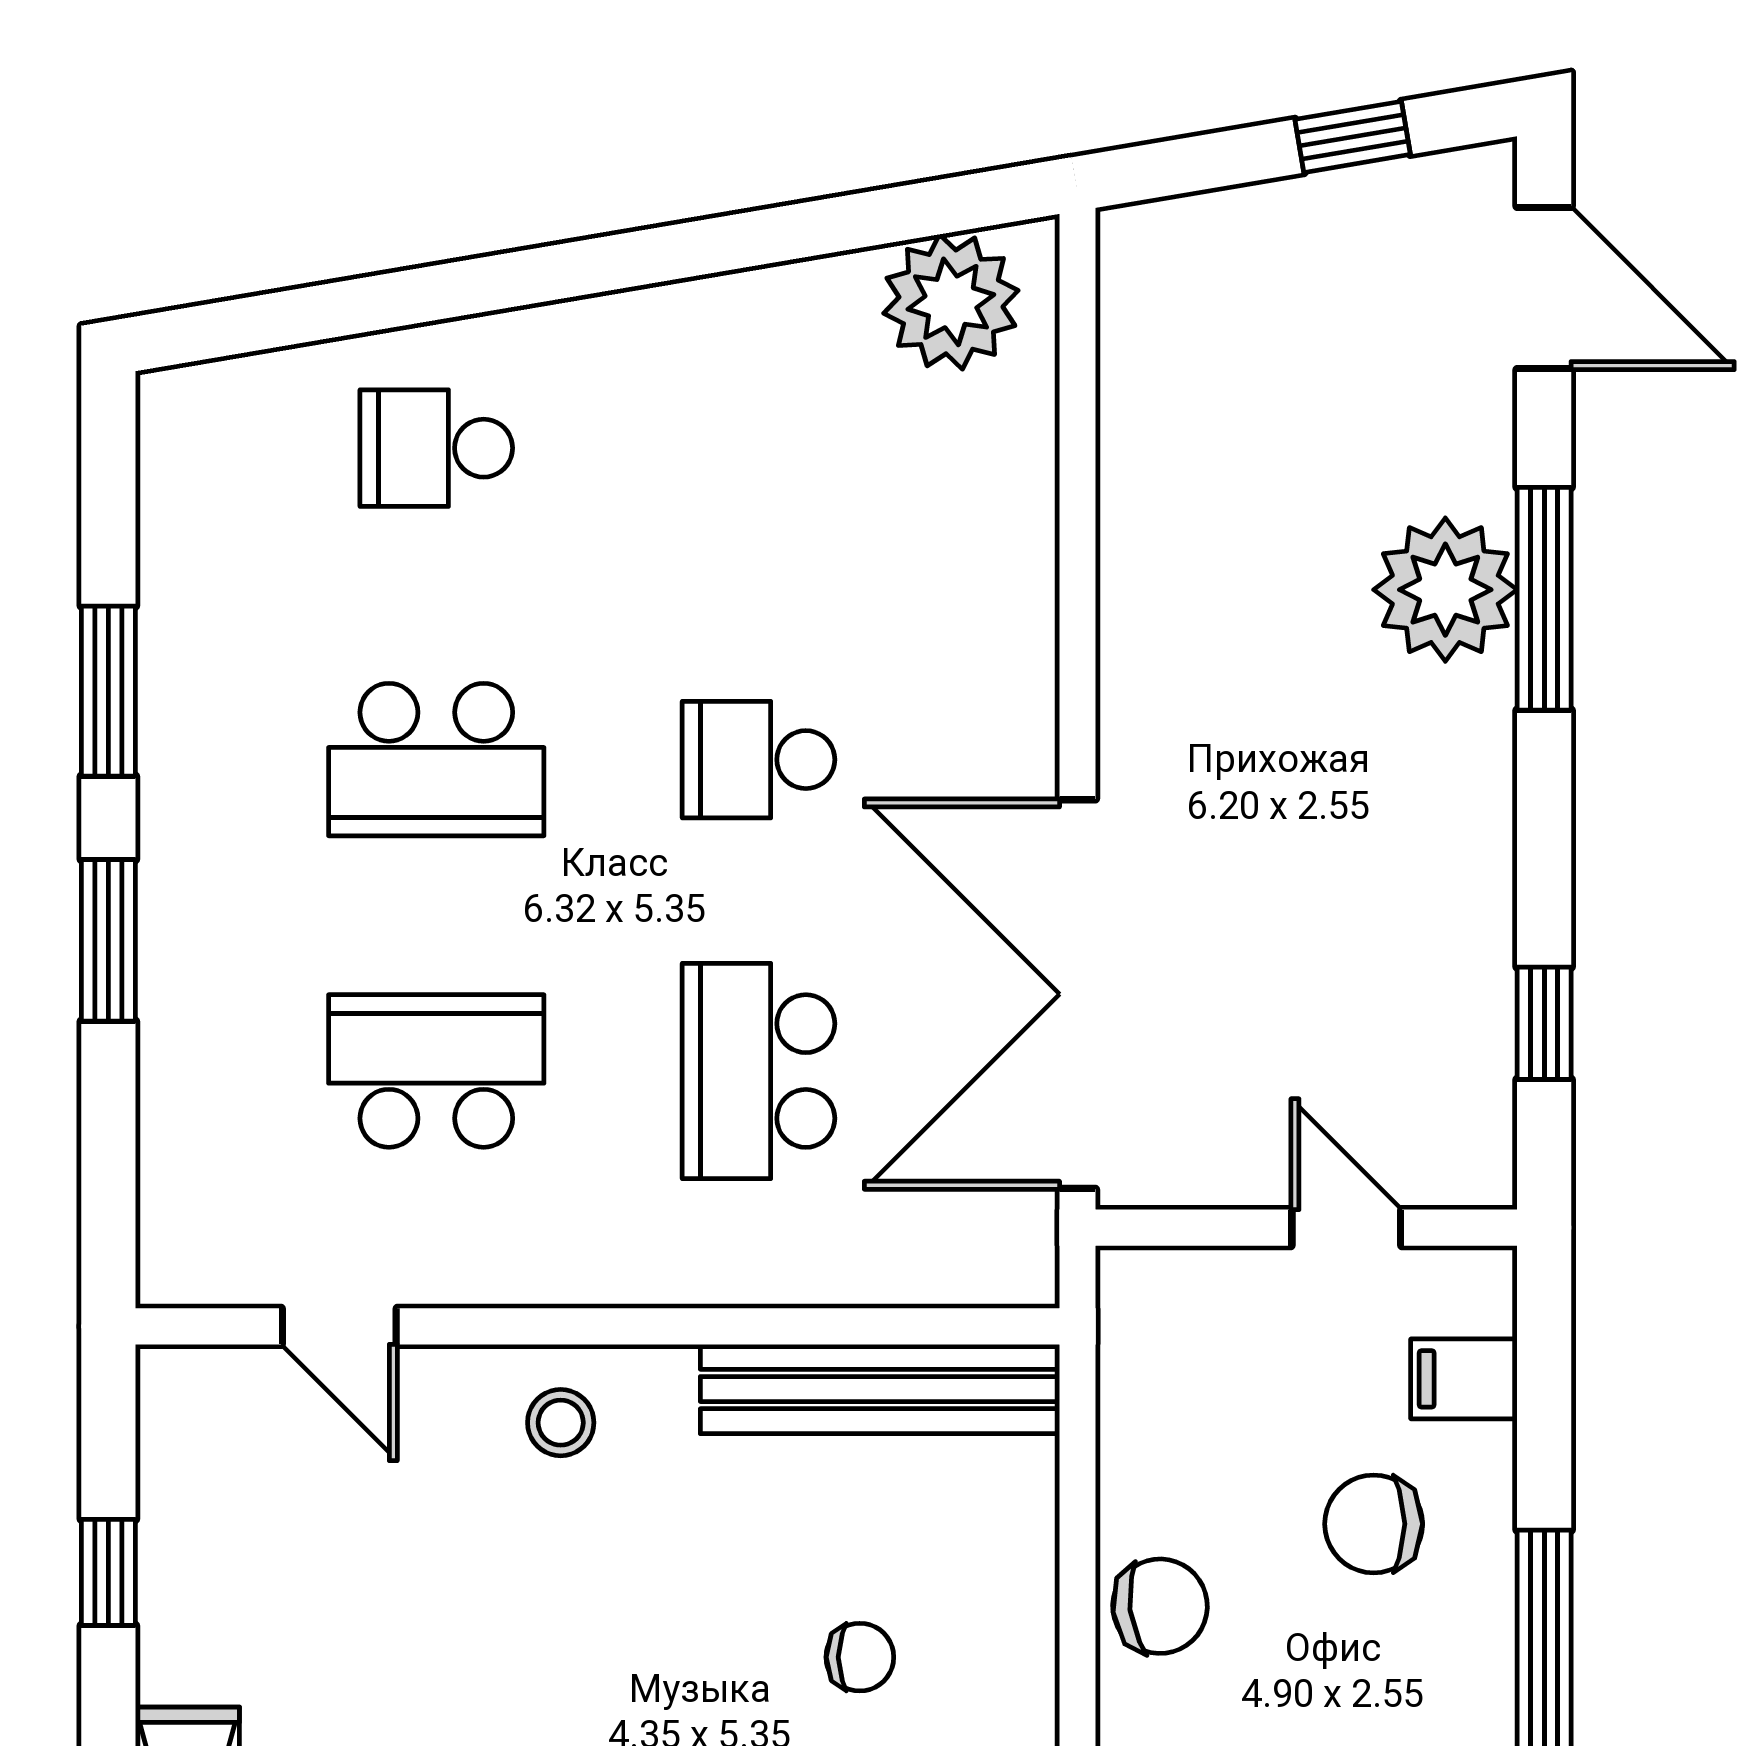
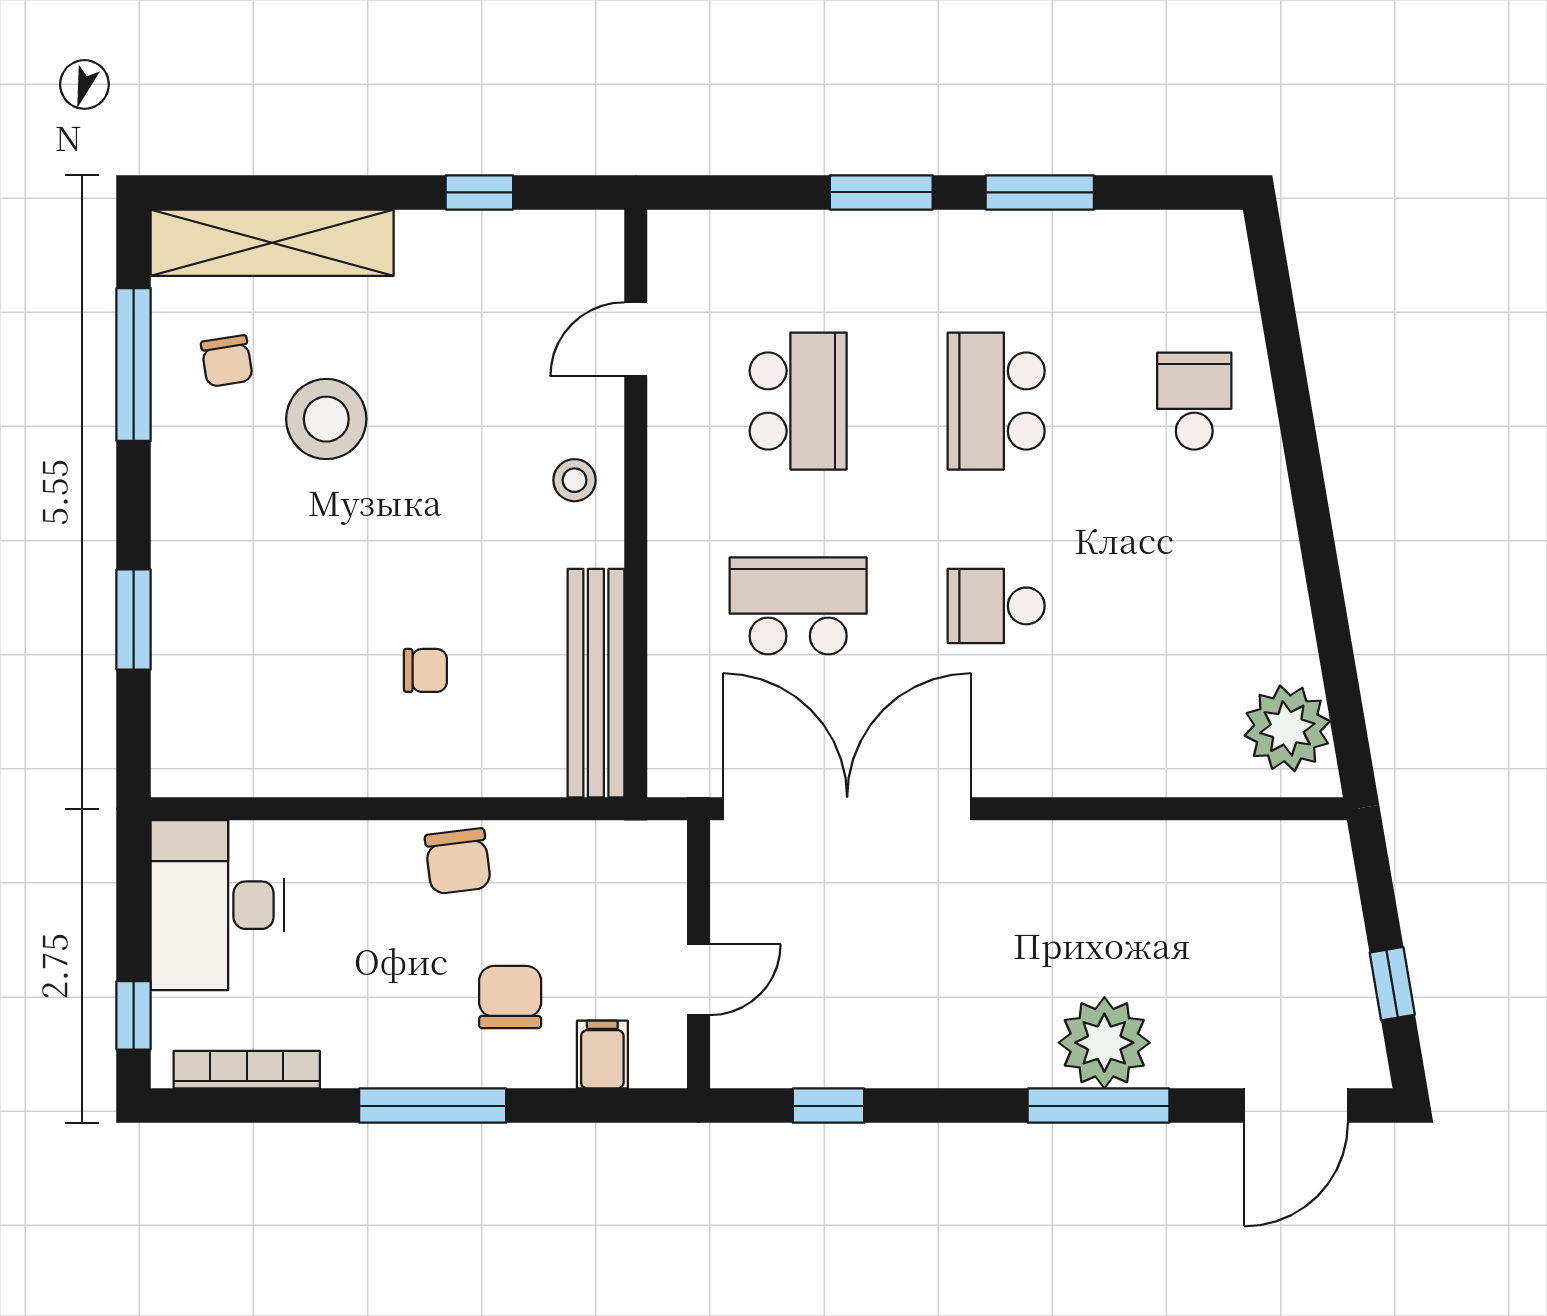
school desk: (759, 760) -> (996, 606), turned -90
chair: (860, 1657) -> (425, 670), turned -90

